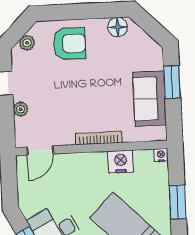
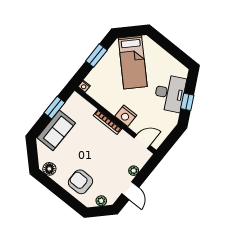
window: (172, 82) -> (55, 108), moved
sofa: (149, 99) -> (56, 130), moved
nightstand: (121, 162) -> (126, 116), moved

